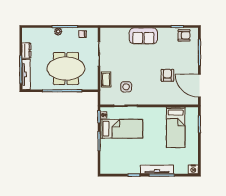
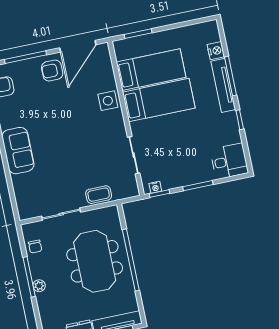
armchair: (167, 75) -> (52, 71), moved
side table: (126, 87) -> (108, 101), moved
bed: (121, 129) -> (159, 100), moved, turned 90
desk: (110, 163) -> (229, 161), added
nightstand: (193, 169) -> (216, 51), moved

